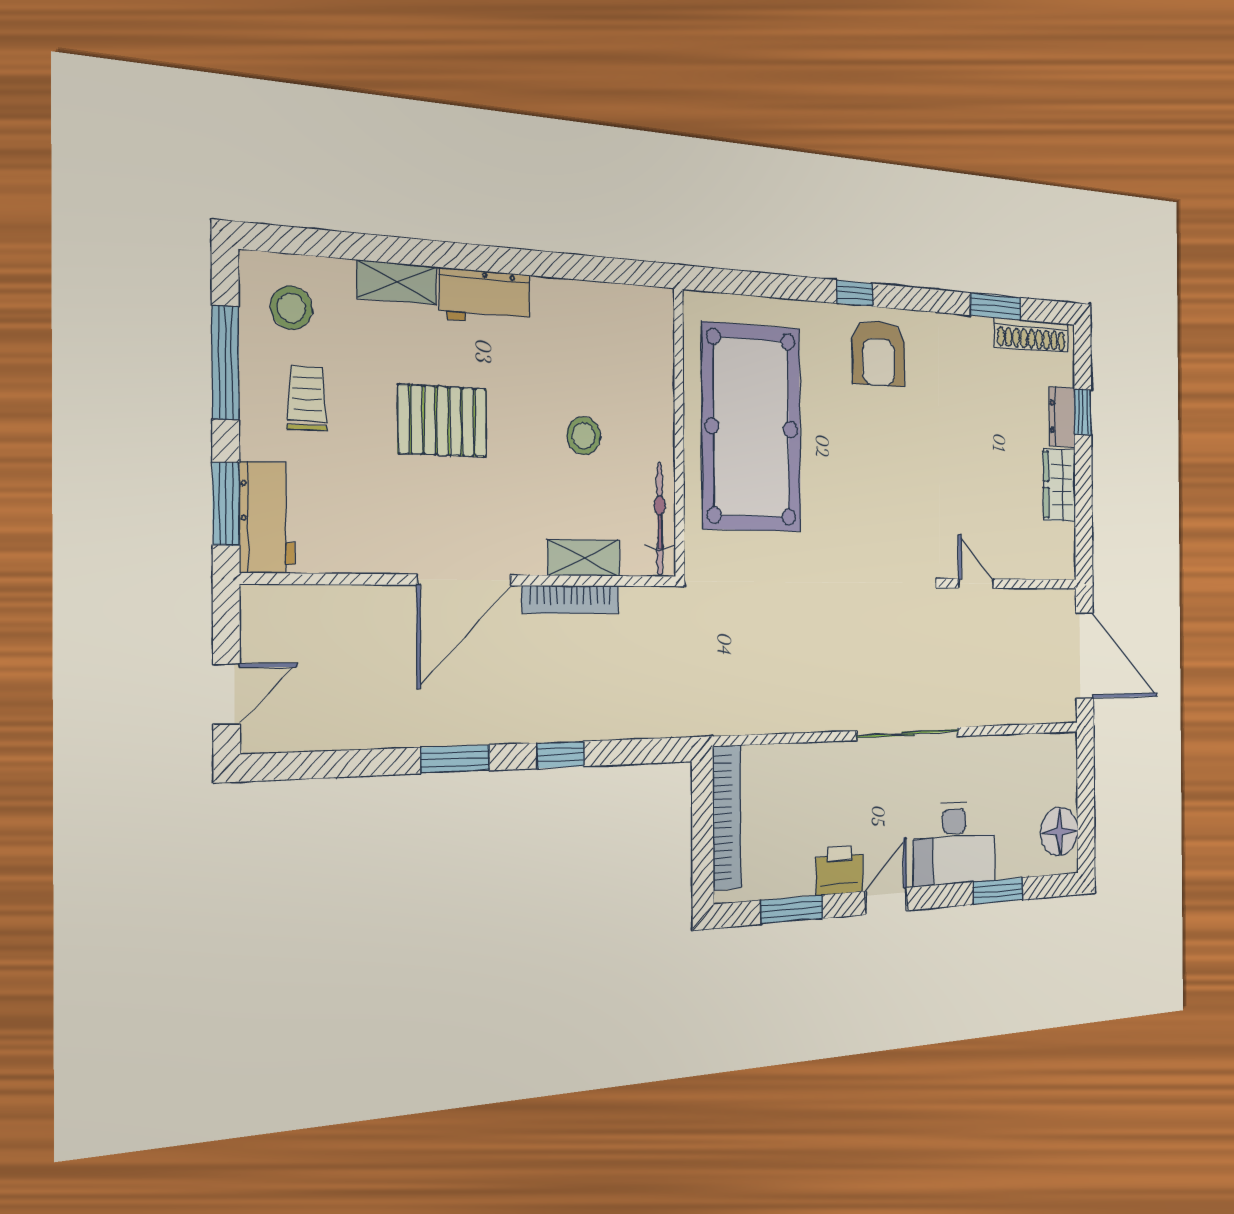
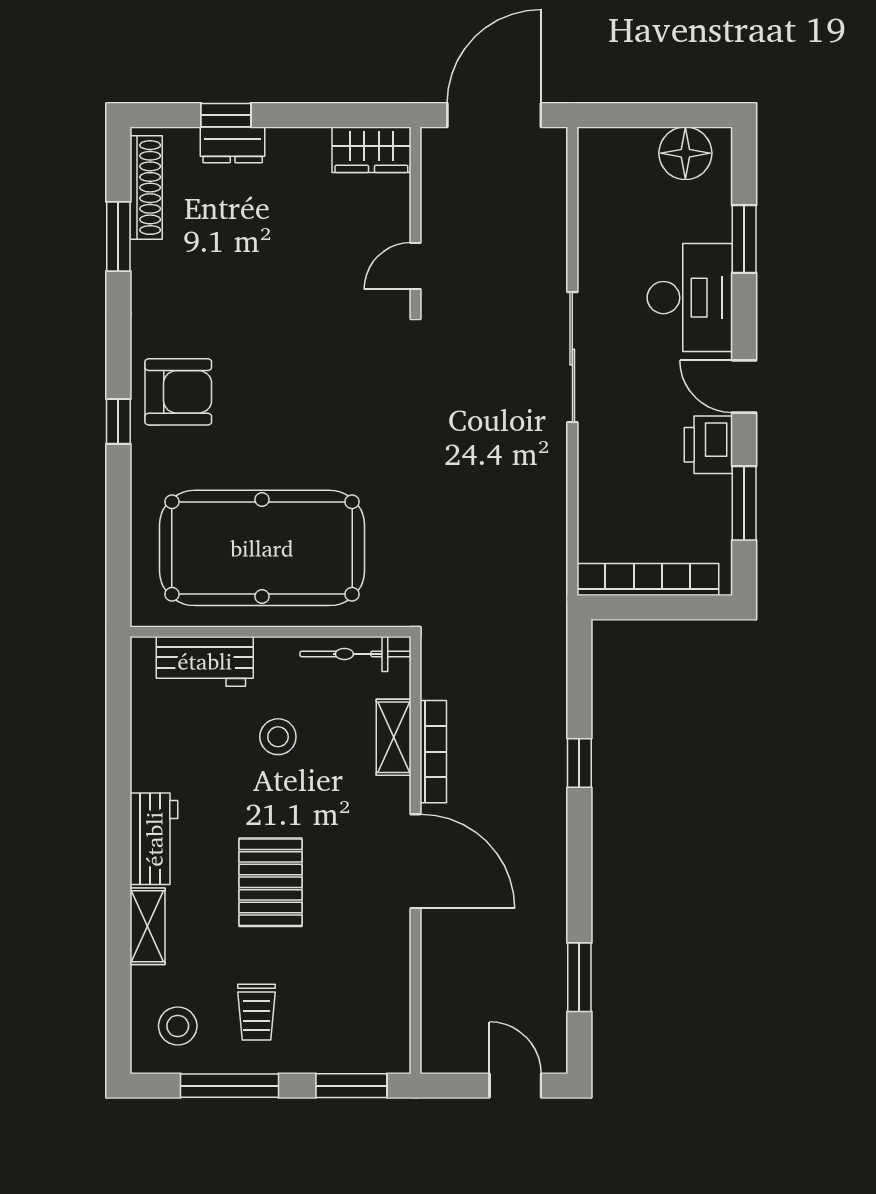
trolley: (307, 398) -> (257, 1012), turned -90
wardrobe: (1059, 485) -> (371, 150), moved
workbench: (267, 518) -> (205, 661), moved, turned 180
window: (455, 759) -> (579, 977), moved

